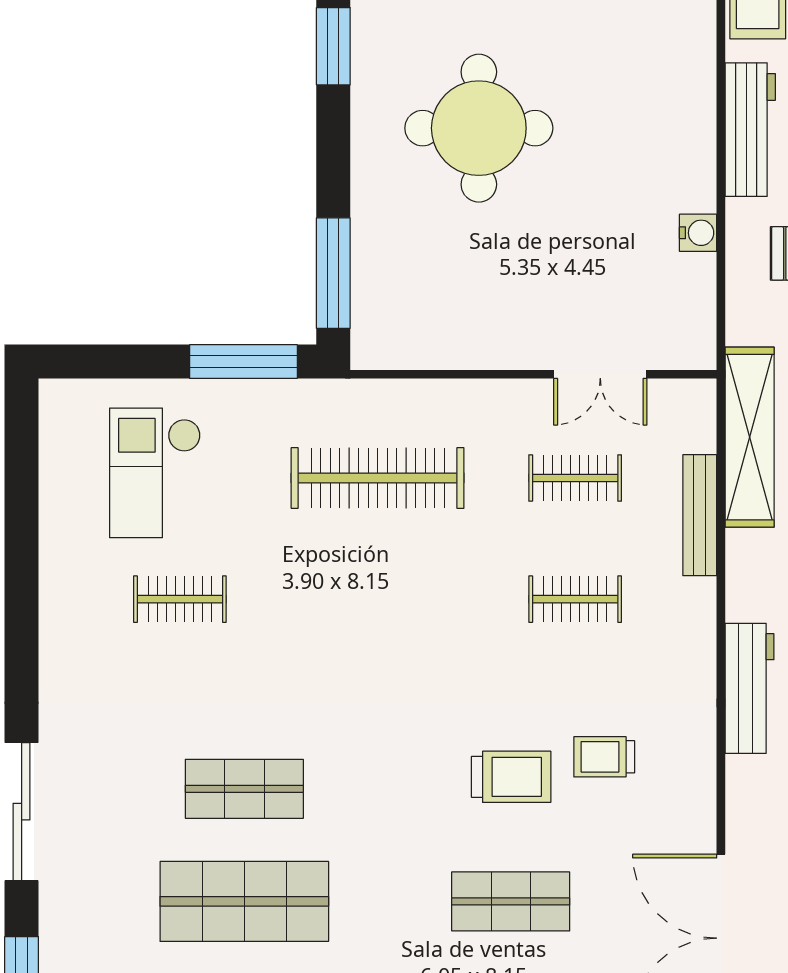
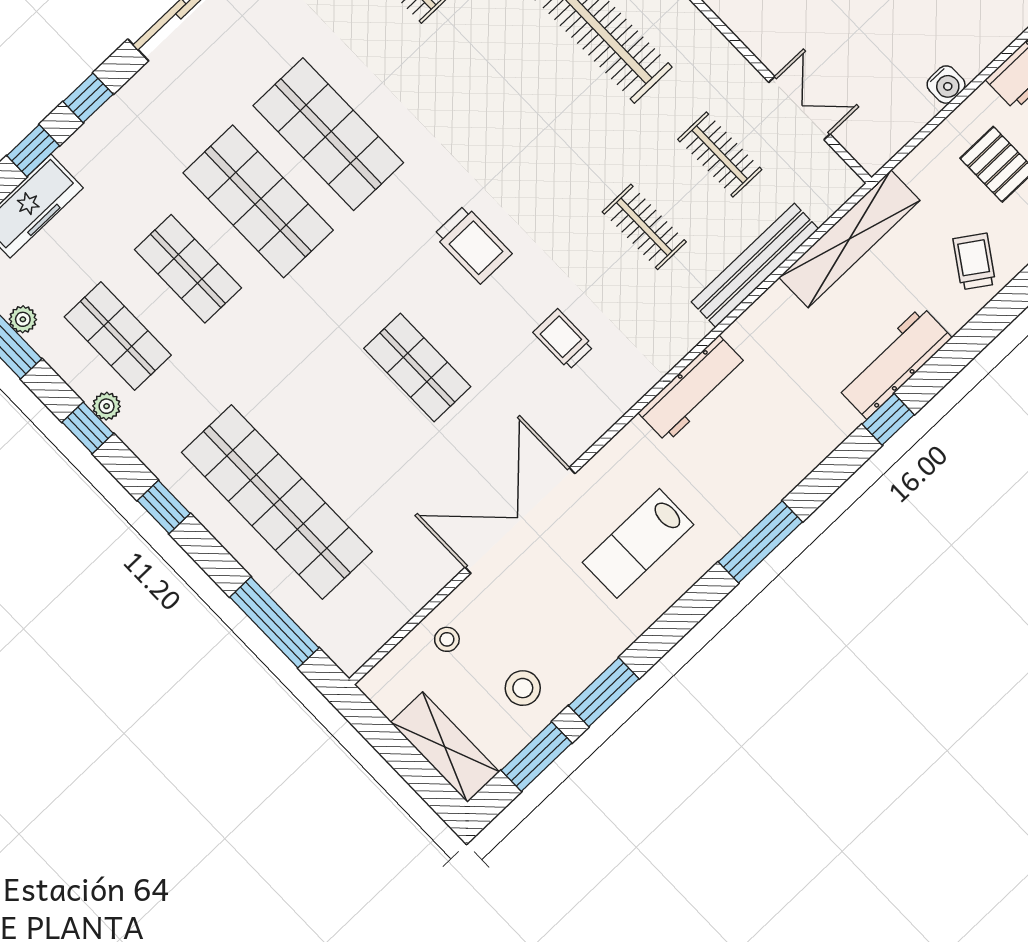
double door: (600, 374) -> (799, 108), swing flipped
bench: (700, 515) -> (755, 265), width x1.37, depth x1.21
trolley: (511, 777) -> (473, 244), moved
shop shelf: (244, 789) -> (328, 134), width x1.43, depth x1.36

